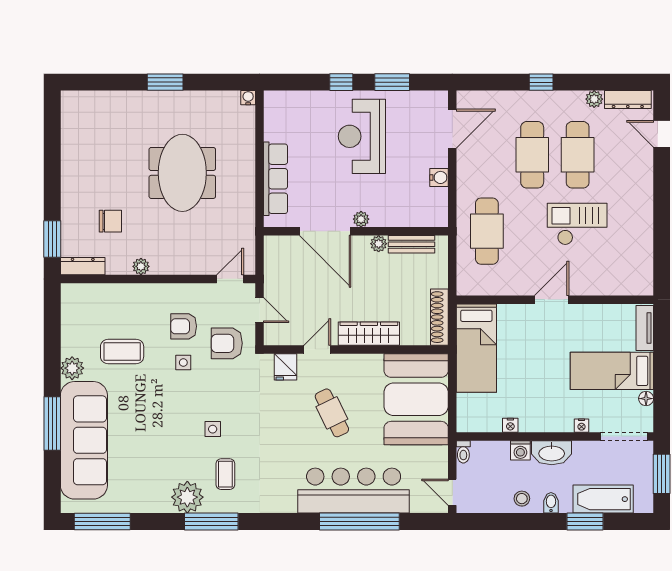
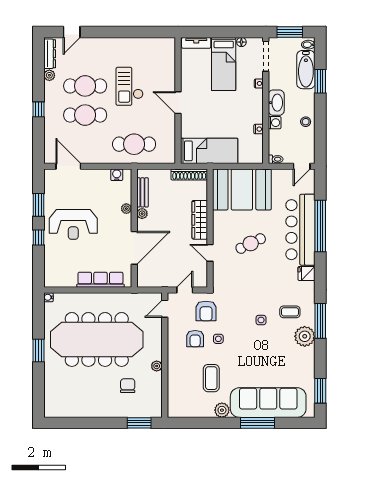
meeting table: (182, 173) -> (97, 339), width x1.86, depth x1.27
water cooler: (439, 177) -> (117, 175), moved
plant: (361, 219) -> (126, 209), moved
dresser: (83, 266) -> (157, 403), removed
door: (230, 279) -> (165, 309), hinge flipped
fridge: (286, 367) -> (306, 273), moved, turned 180
bidet: (551, 503) -> (308, 45), moved
window: (102, 522) -> (320, 391), width x0.69

